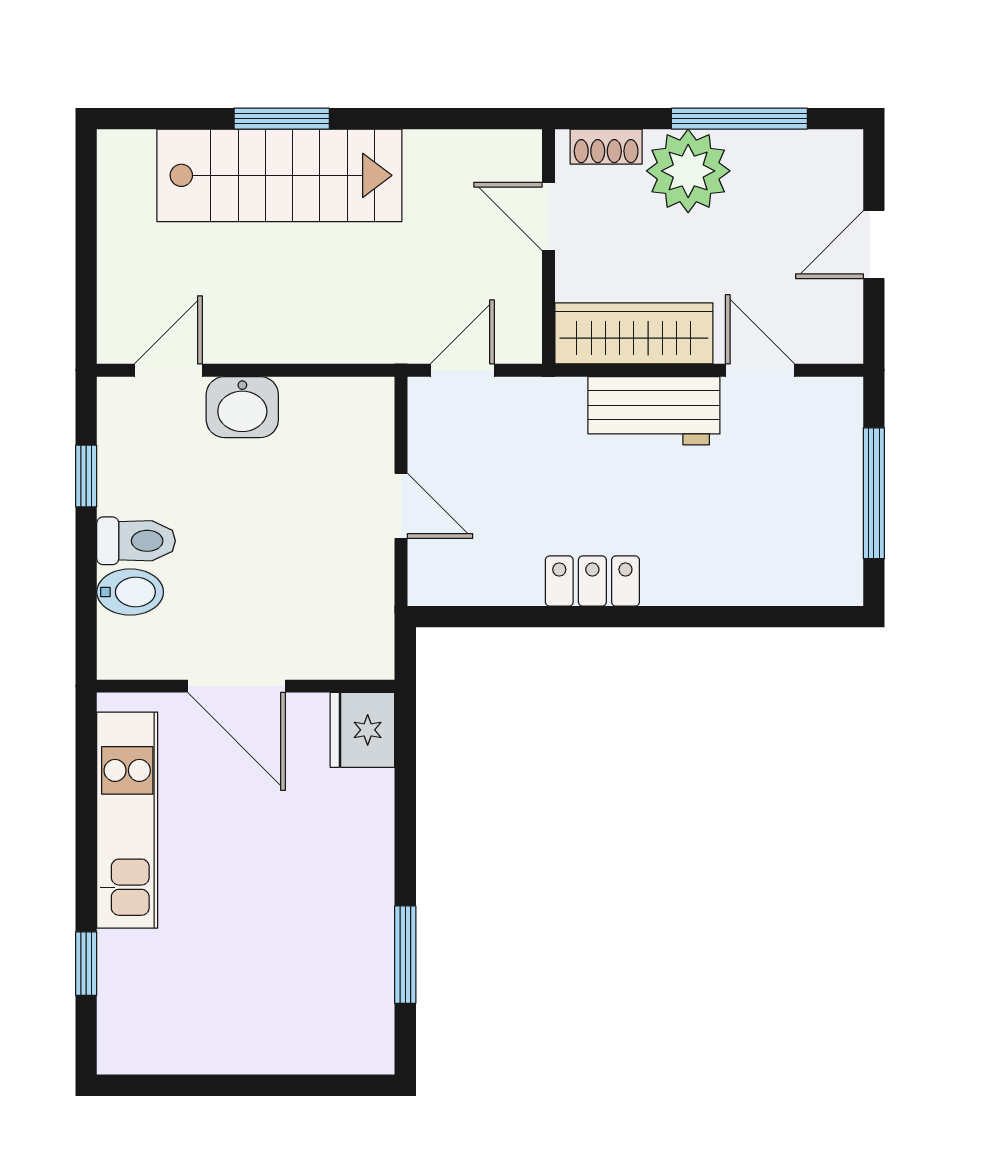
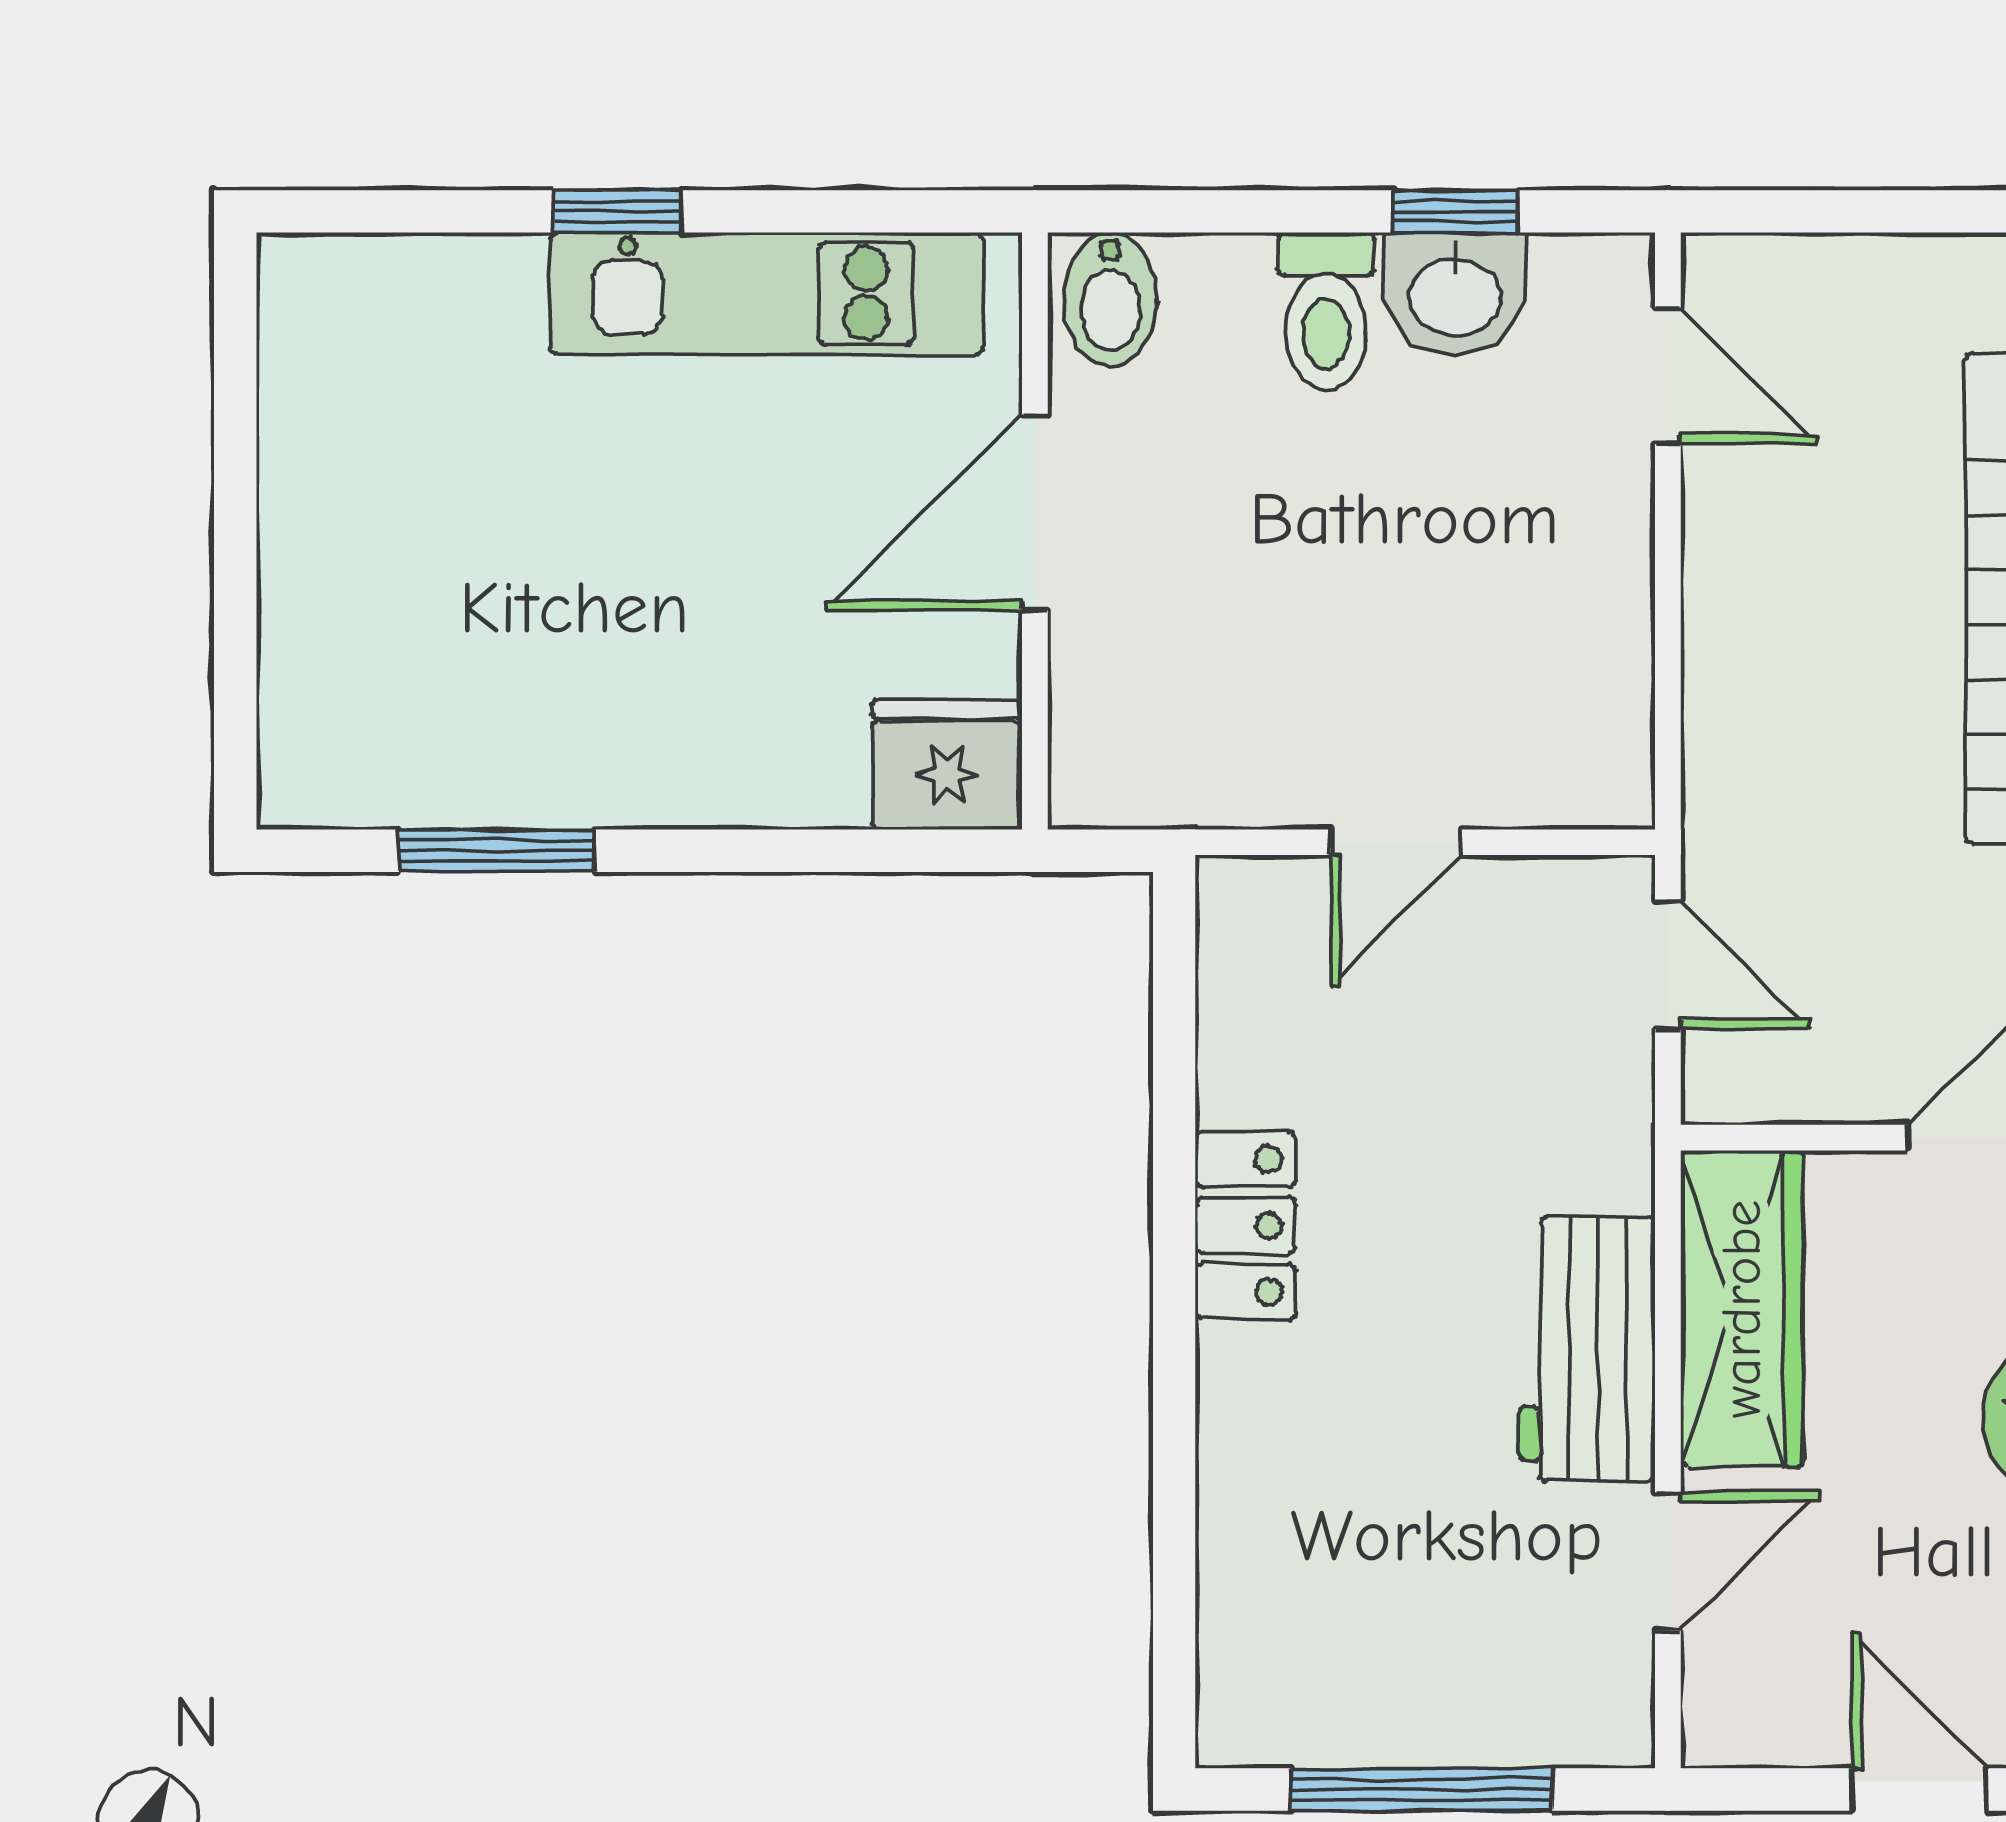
washbasin: (242, 407) -> (1455, 294), moved, turned -90
bidet: (130, 592) -> (1110, 299), moved
window: (86, 964) -> (617, 211), moved

